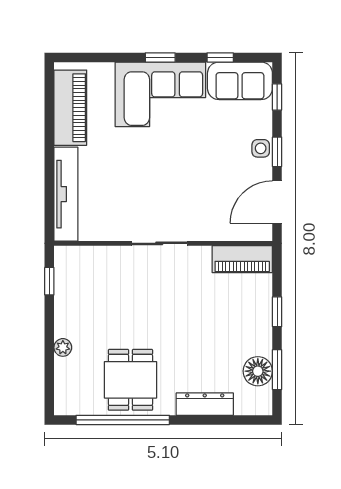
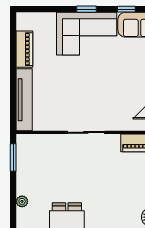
piano: (70, 108) -> (24, 49), width x0.73, depth x0.75
window: (49, 281) -> (13, 157), width x1.50

